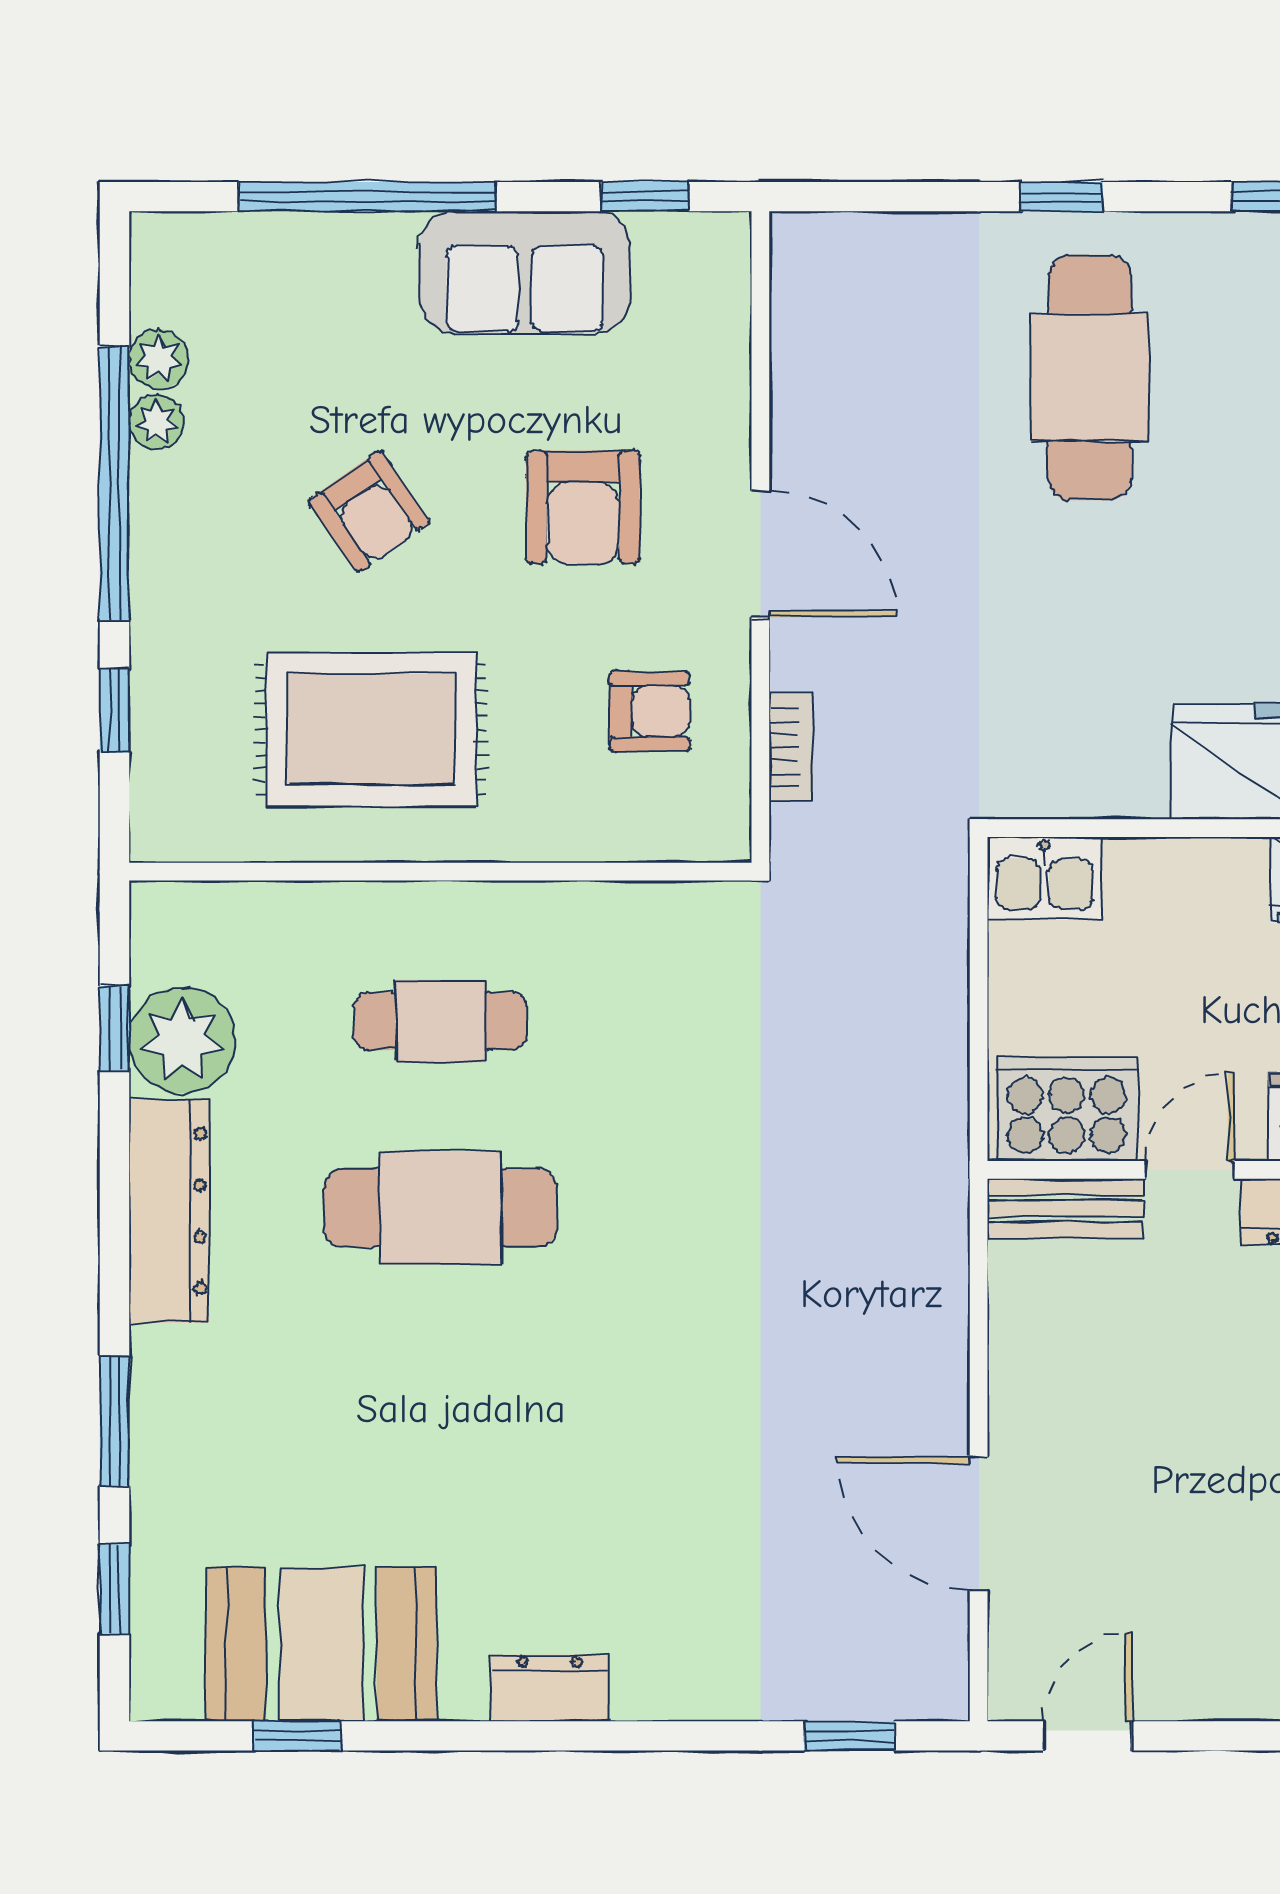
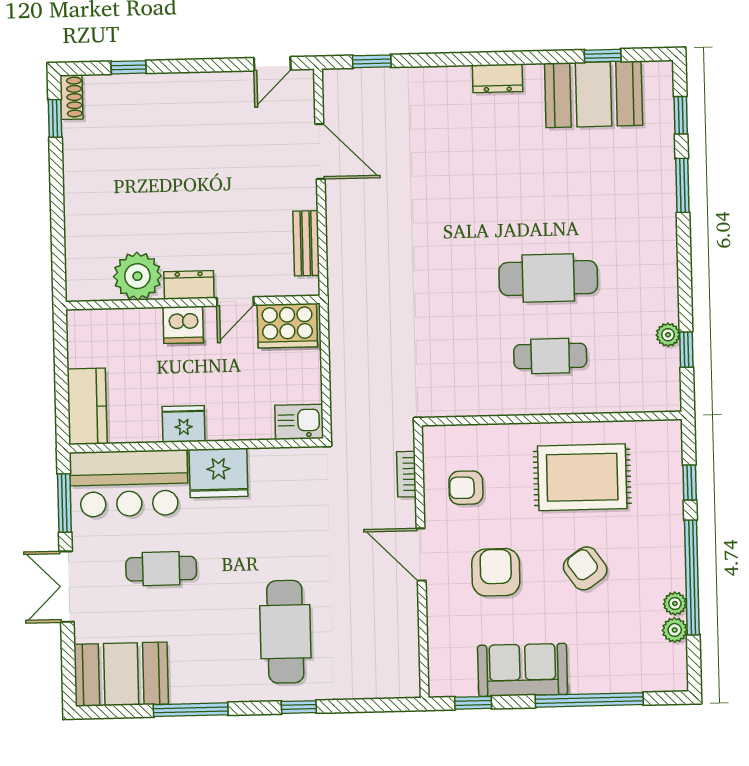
plant: (182, 1040) -> (668, 335), width x0.53, depth x0.53
bench: (1065, 1208) -> (306, 243), moved, turned 90
dresser: (169, 1211) -> (662, 274), removed

